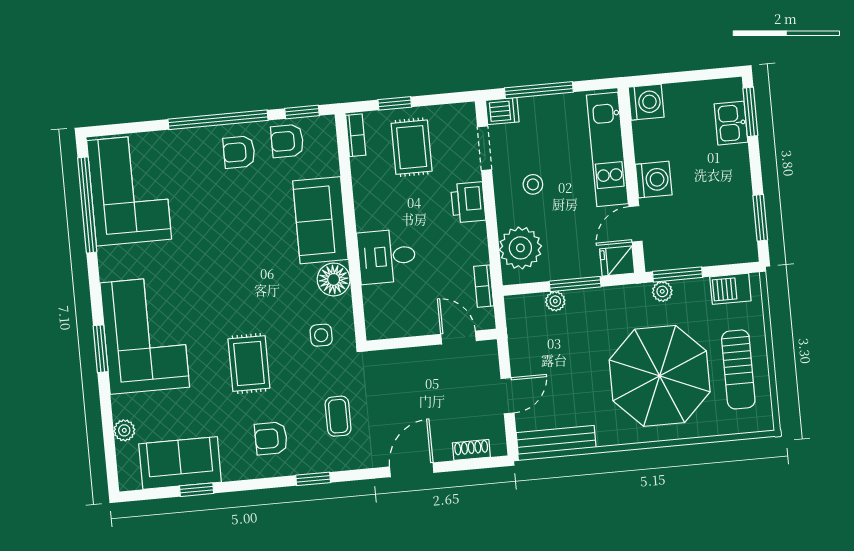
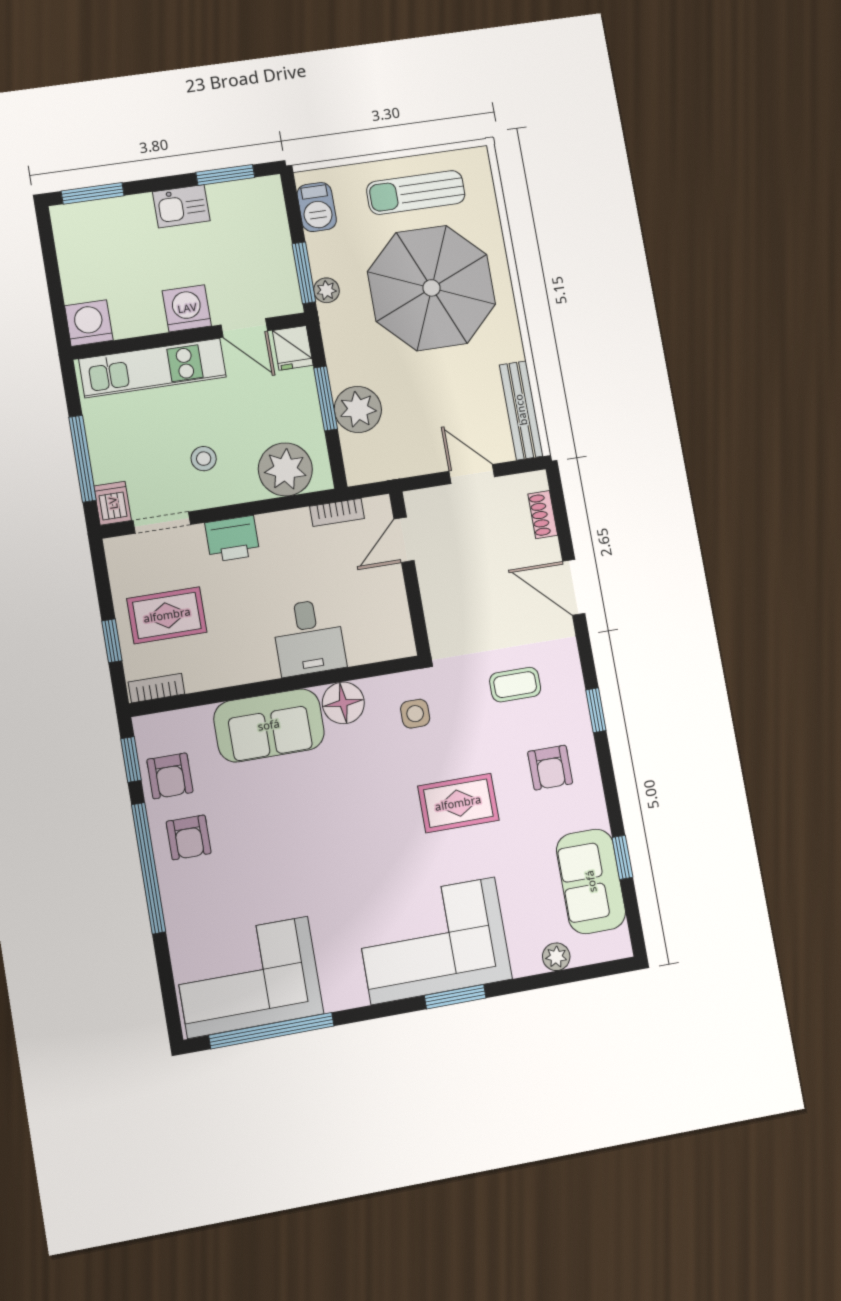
kitchen sink: (731, 123) -> (181, 206), moved
plant: (555, 301) -> (358, 409), width x1.88, depth x1.88
sun lounger: (738, 369) -> (416, 193), turned 180

